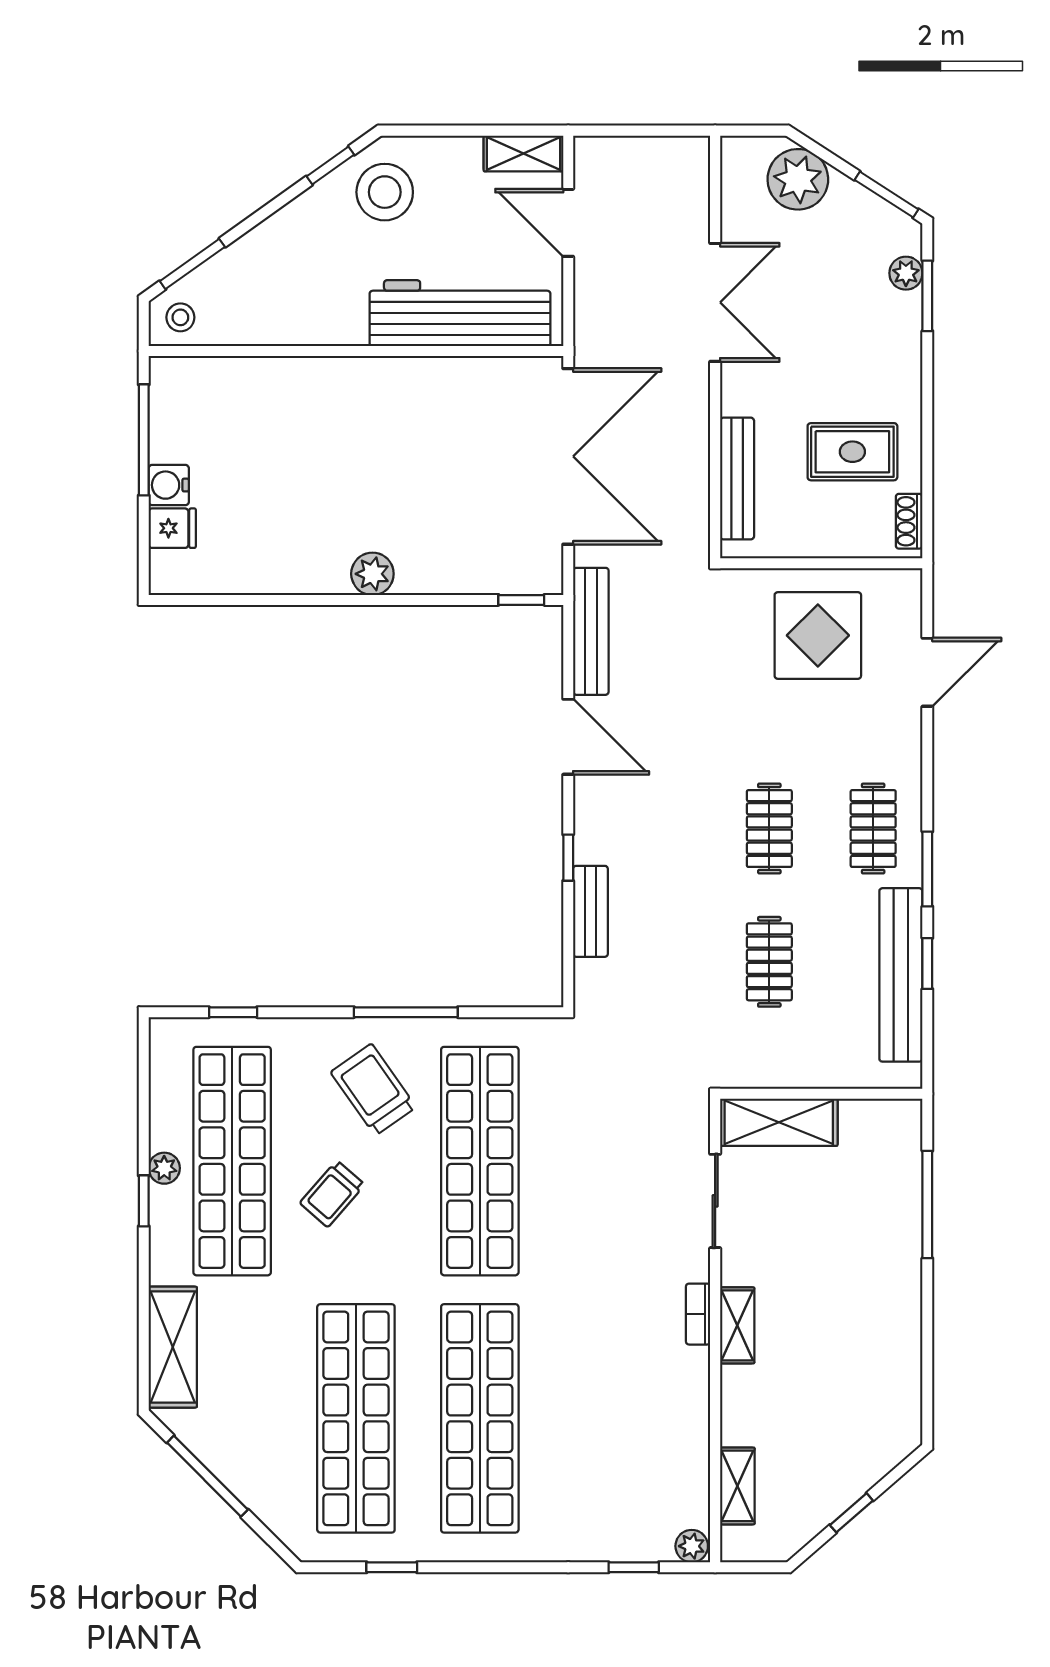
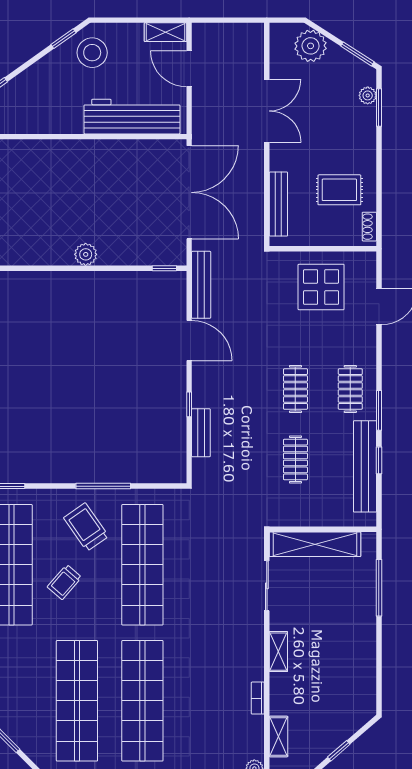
shelving: (779, 1122) -> (315, 544), width x1.47
bookcase: (698, 1314) -> (258, 698), moved

